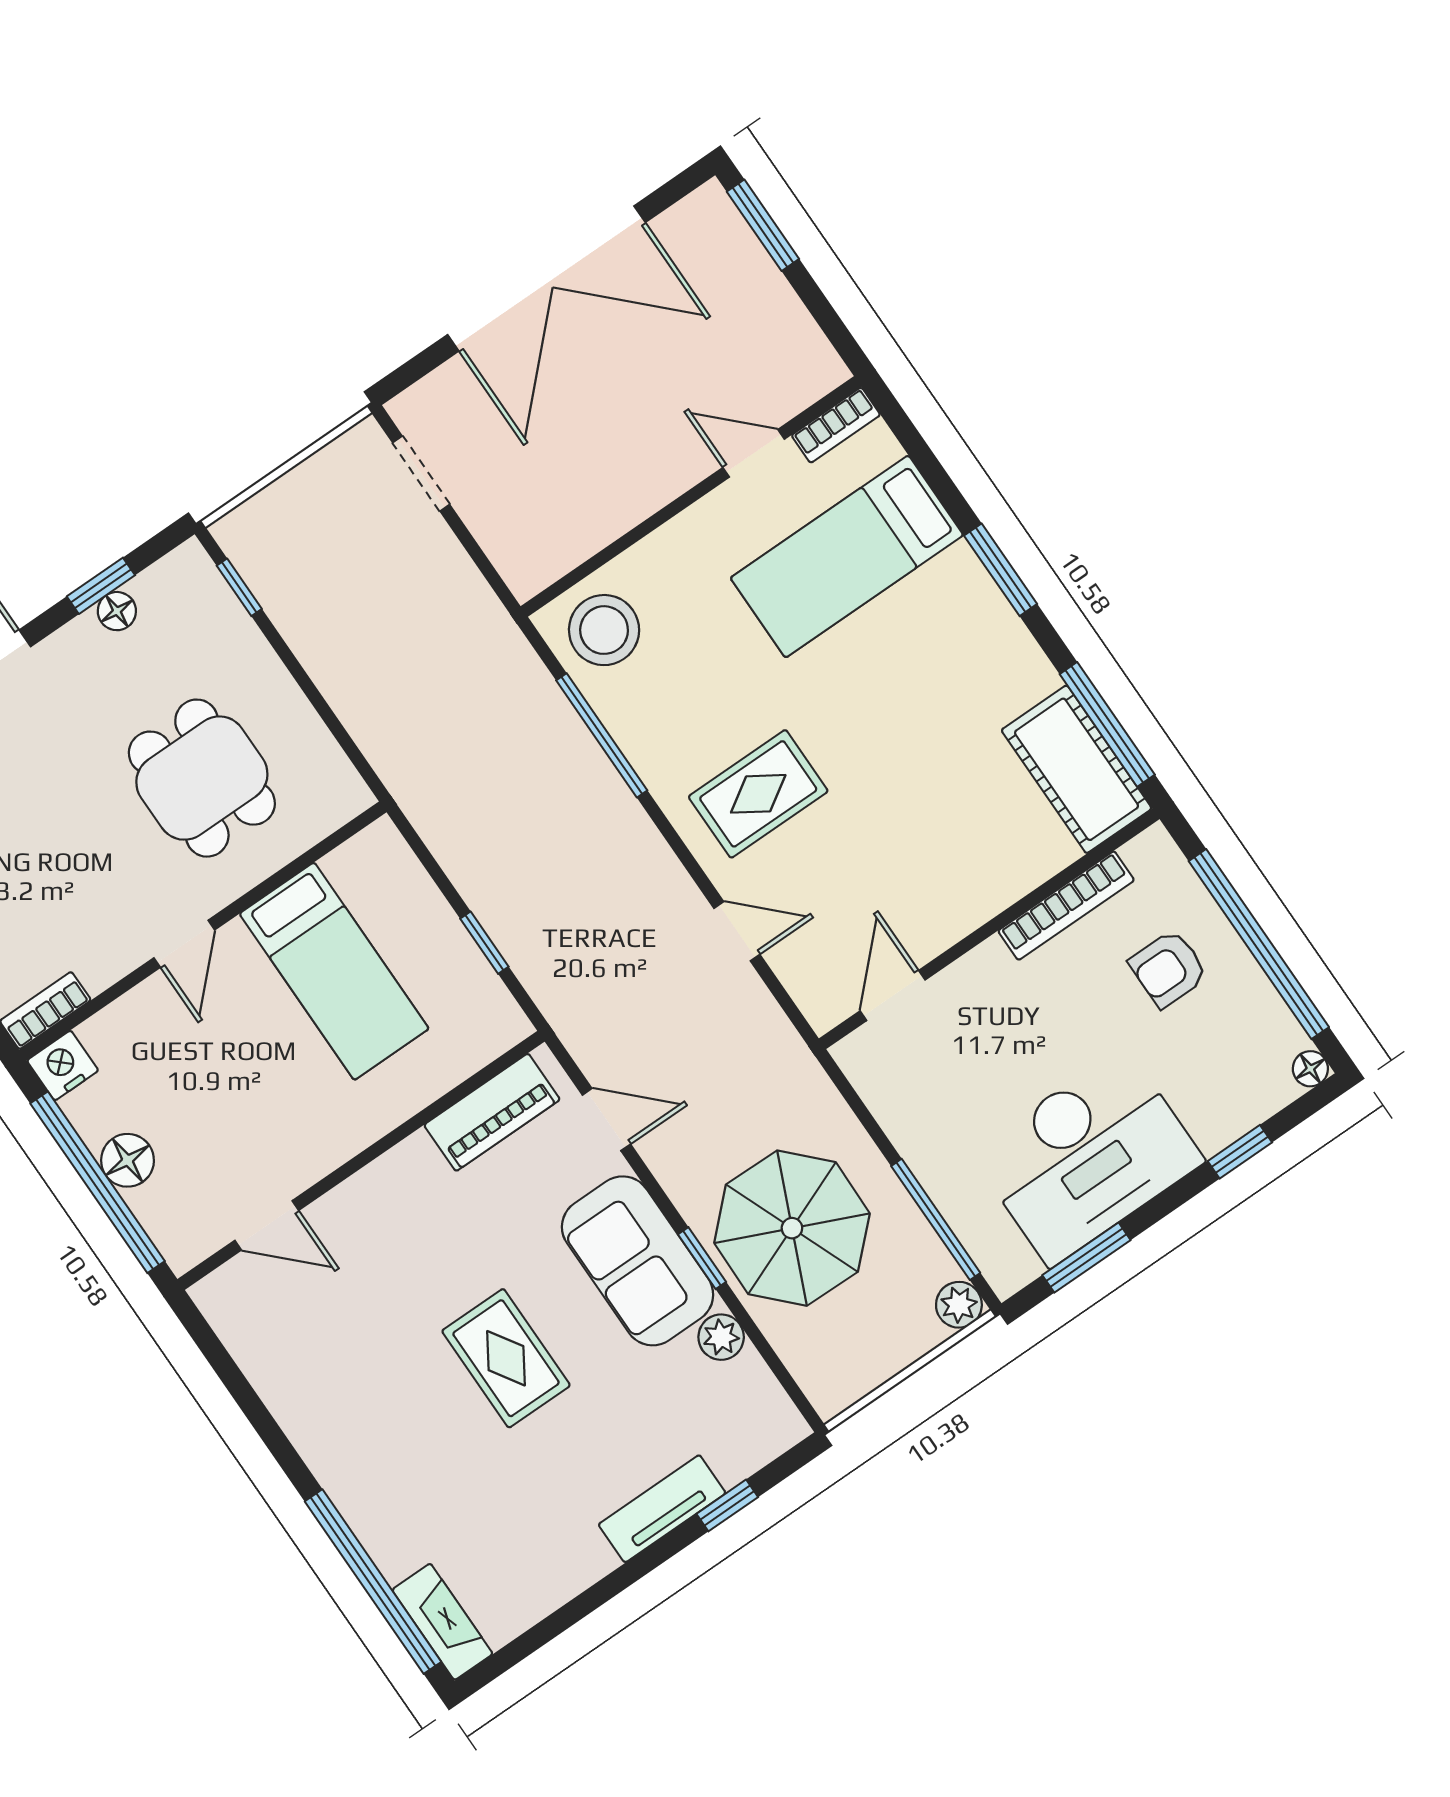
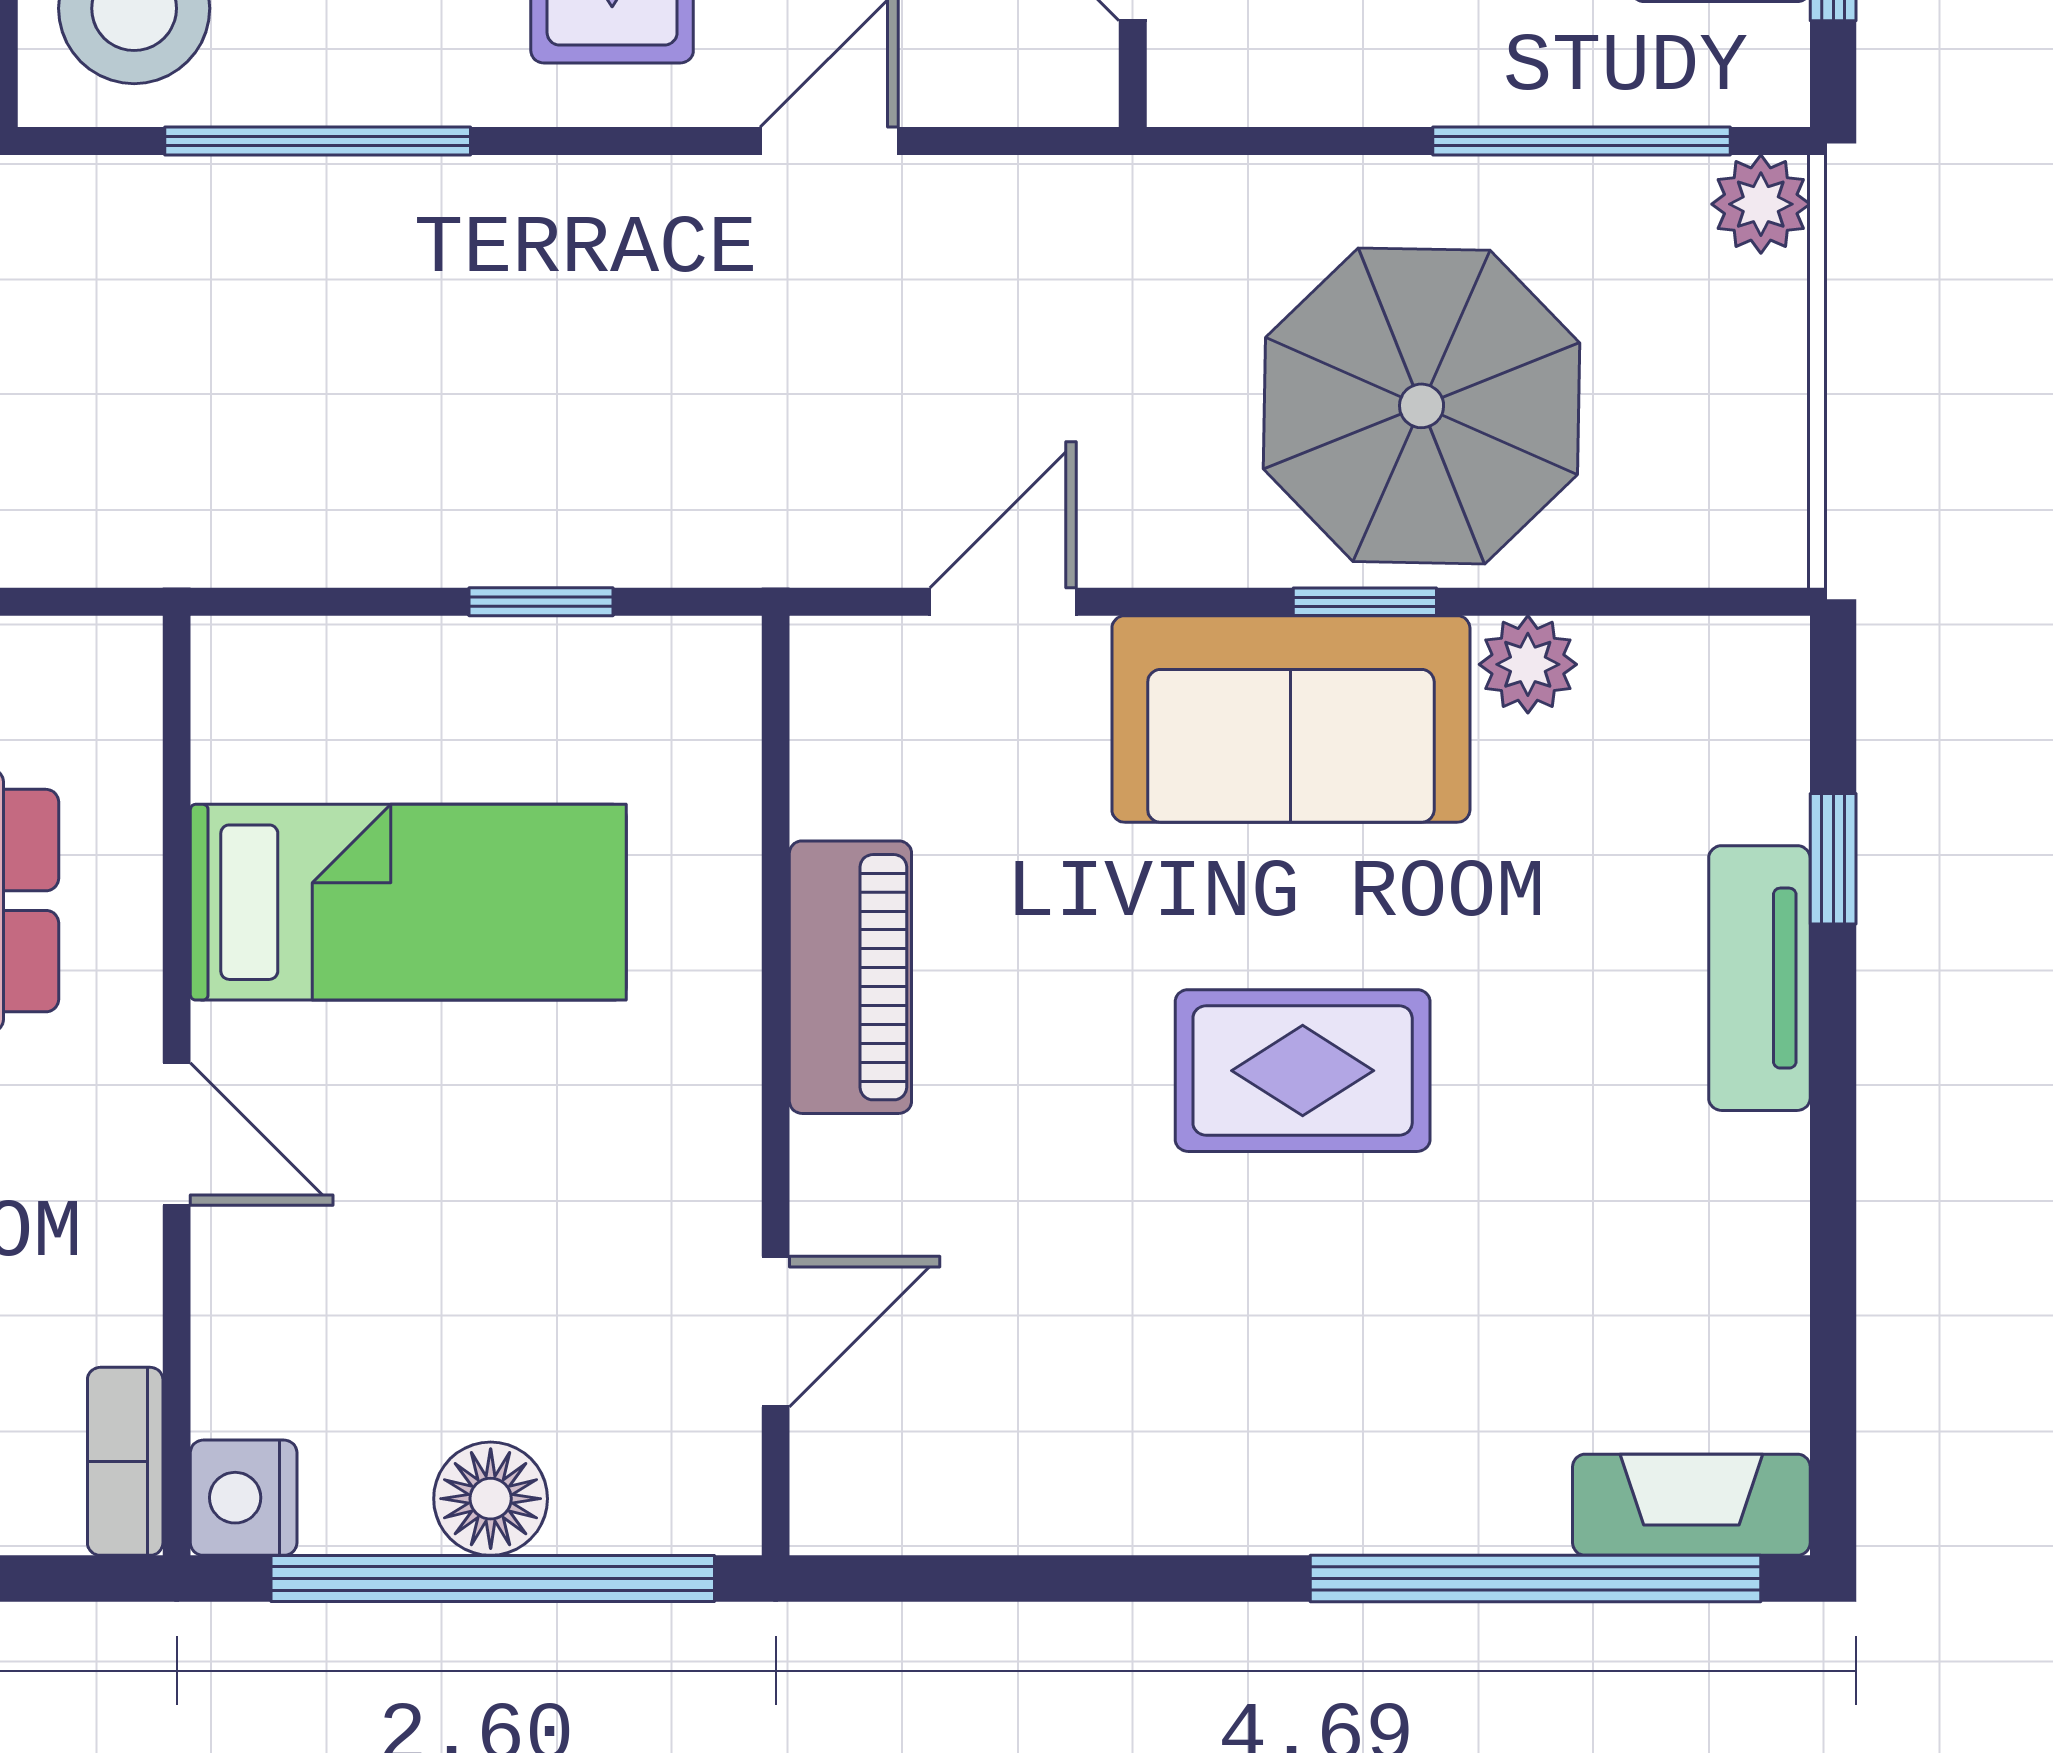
piano: (492, 1112) -> (850, 977), moved

